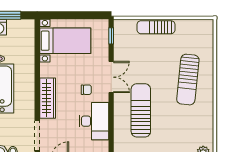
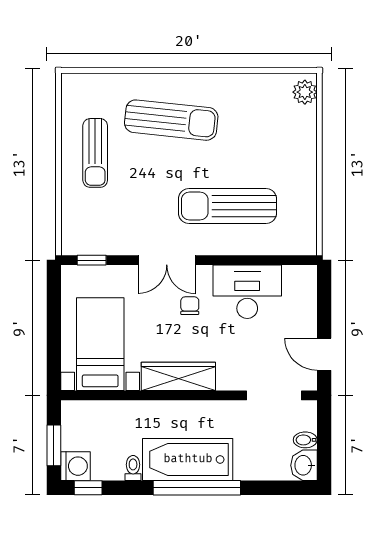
sun lounger: (156, 27) -> (95, 153), moved
double door: (111, 77) -> (167, 260), swing flipped
wardrobe: (48, 98) -> (178, 376), moved

